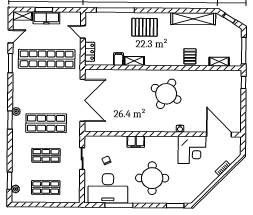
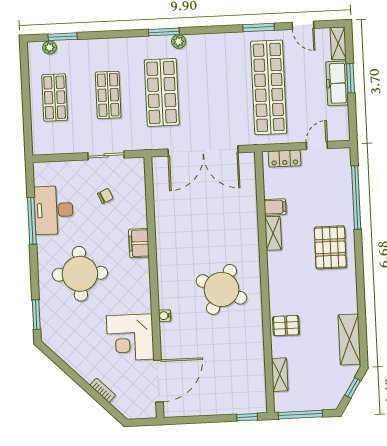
shelving: (193, 19) -> (349, 339), width x0.68
desk: (108, 188) -> (54, 210), width x0.73, depth x0.77

